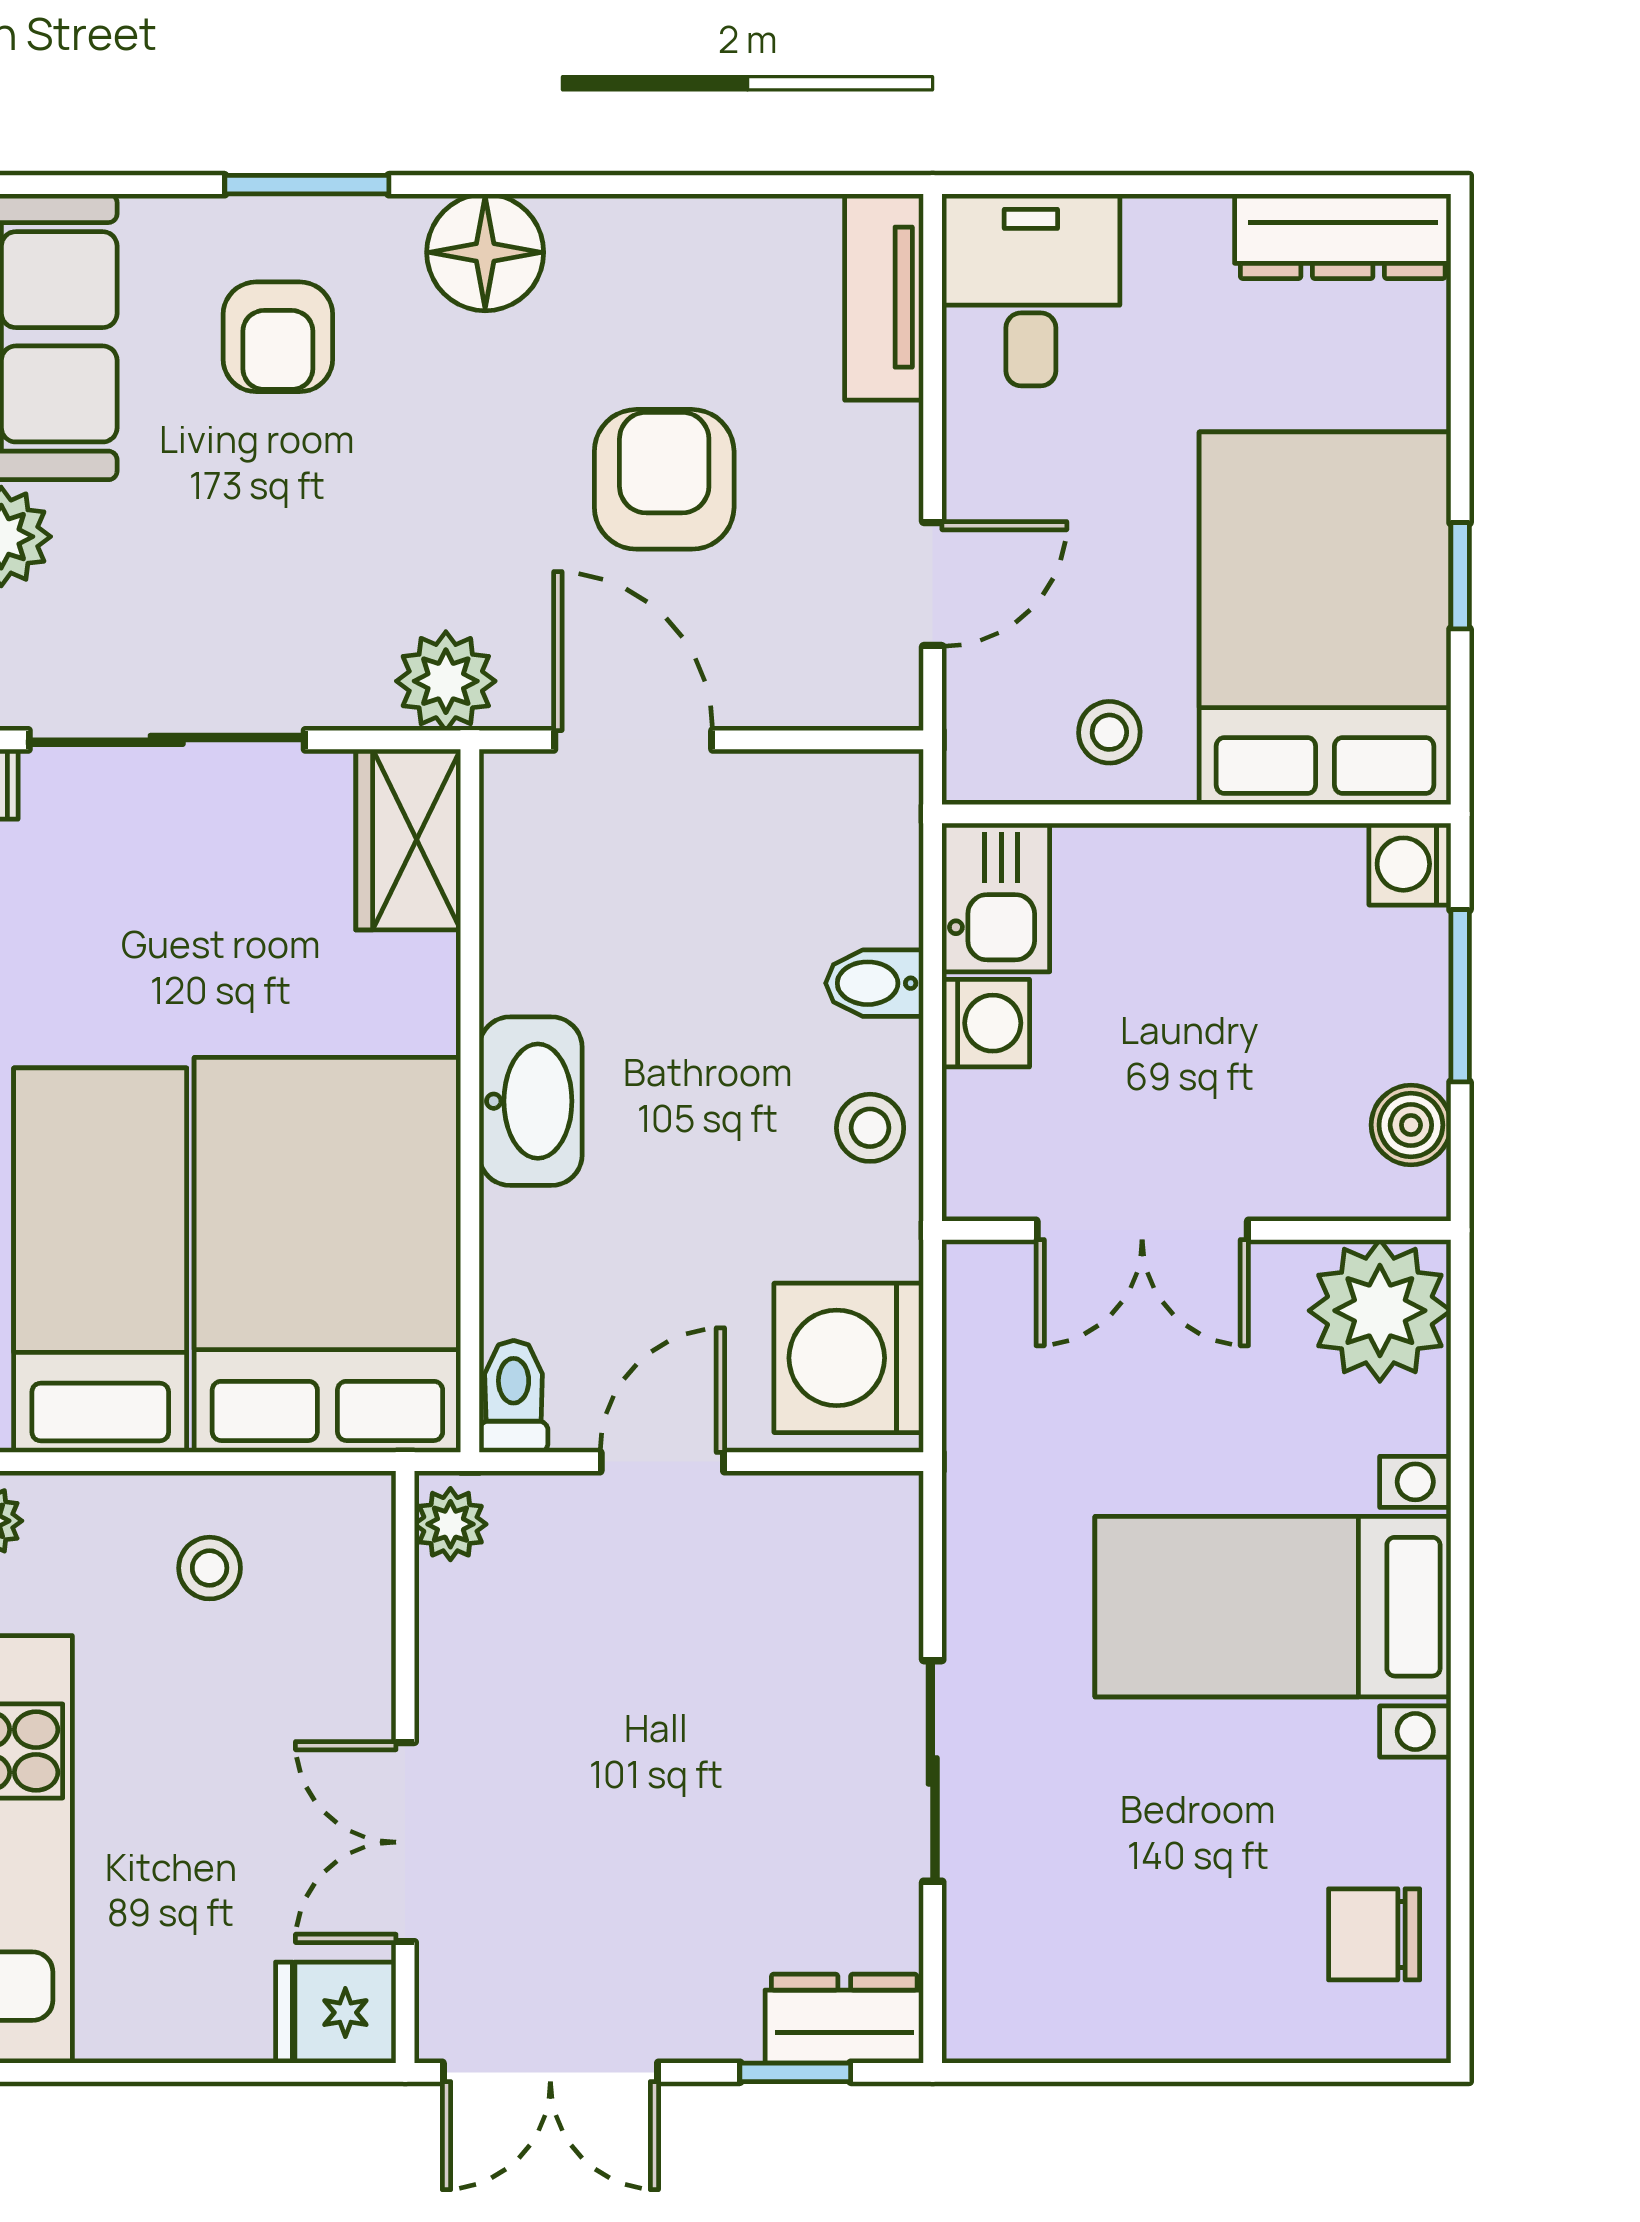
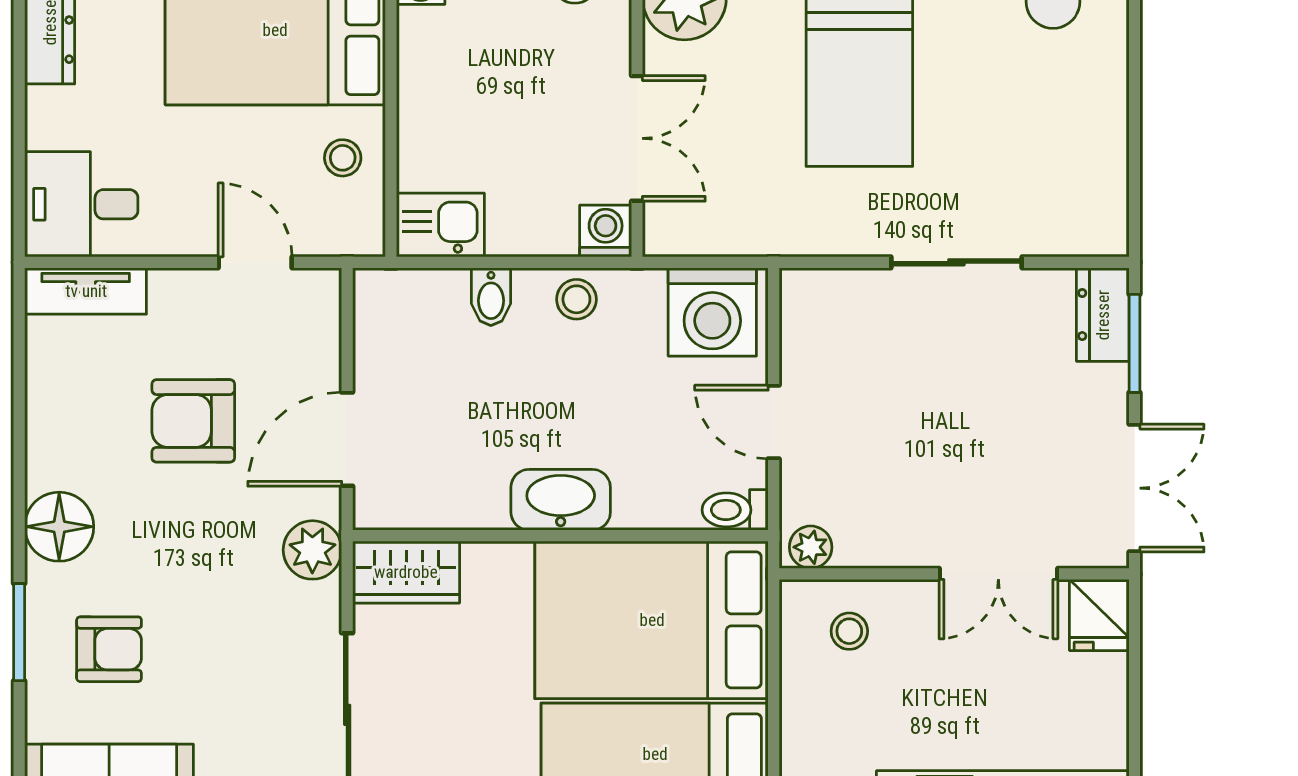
washing machine: (986, 1023) -> (606, 231), moved
stool: (210, 1568) -> (849, 631), moved
window: (795, 2072) -> (1135, 343), width x1.50

